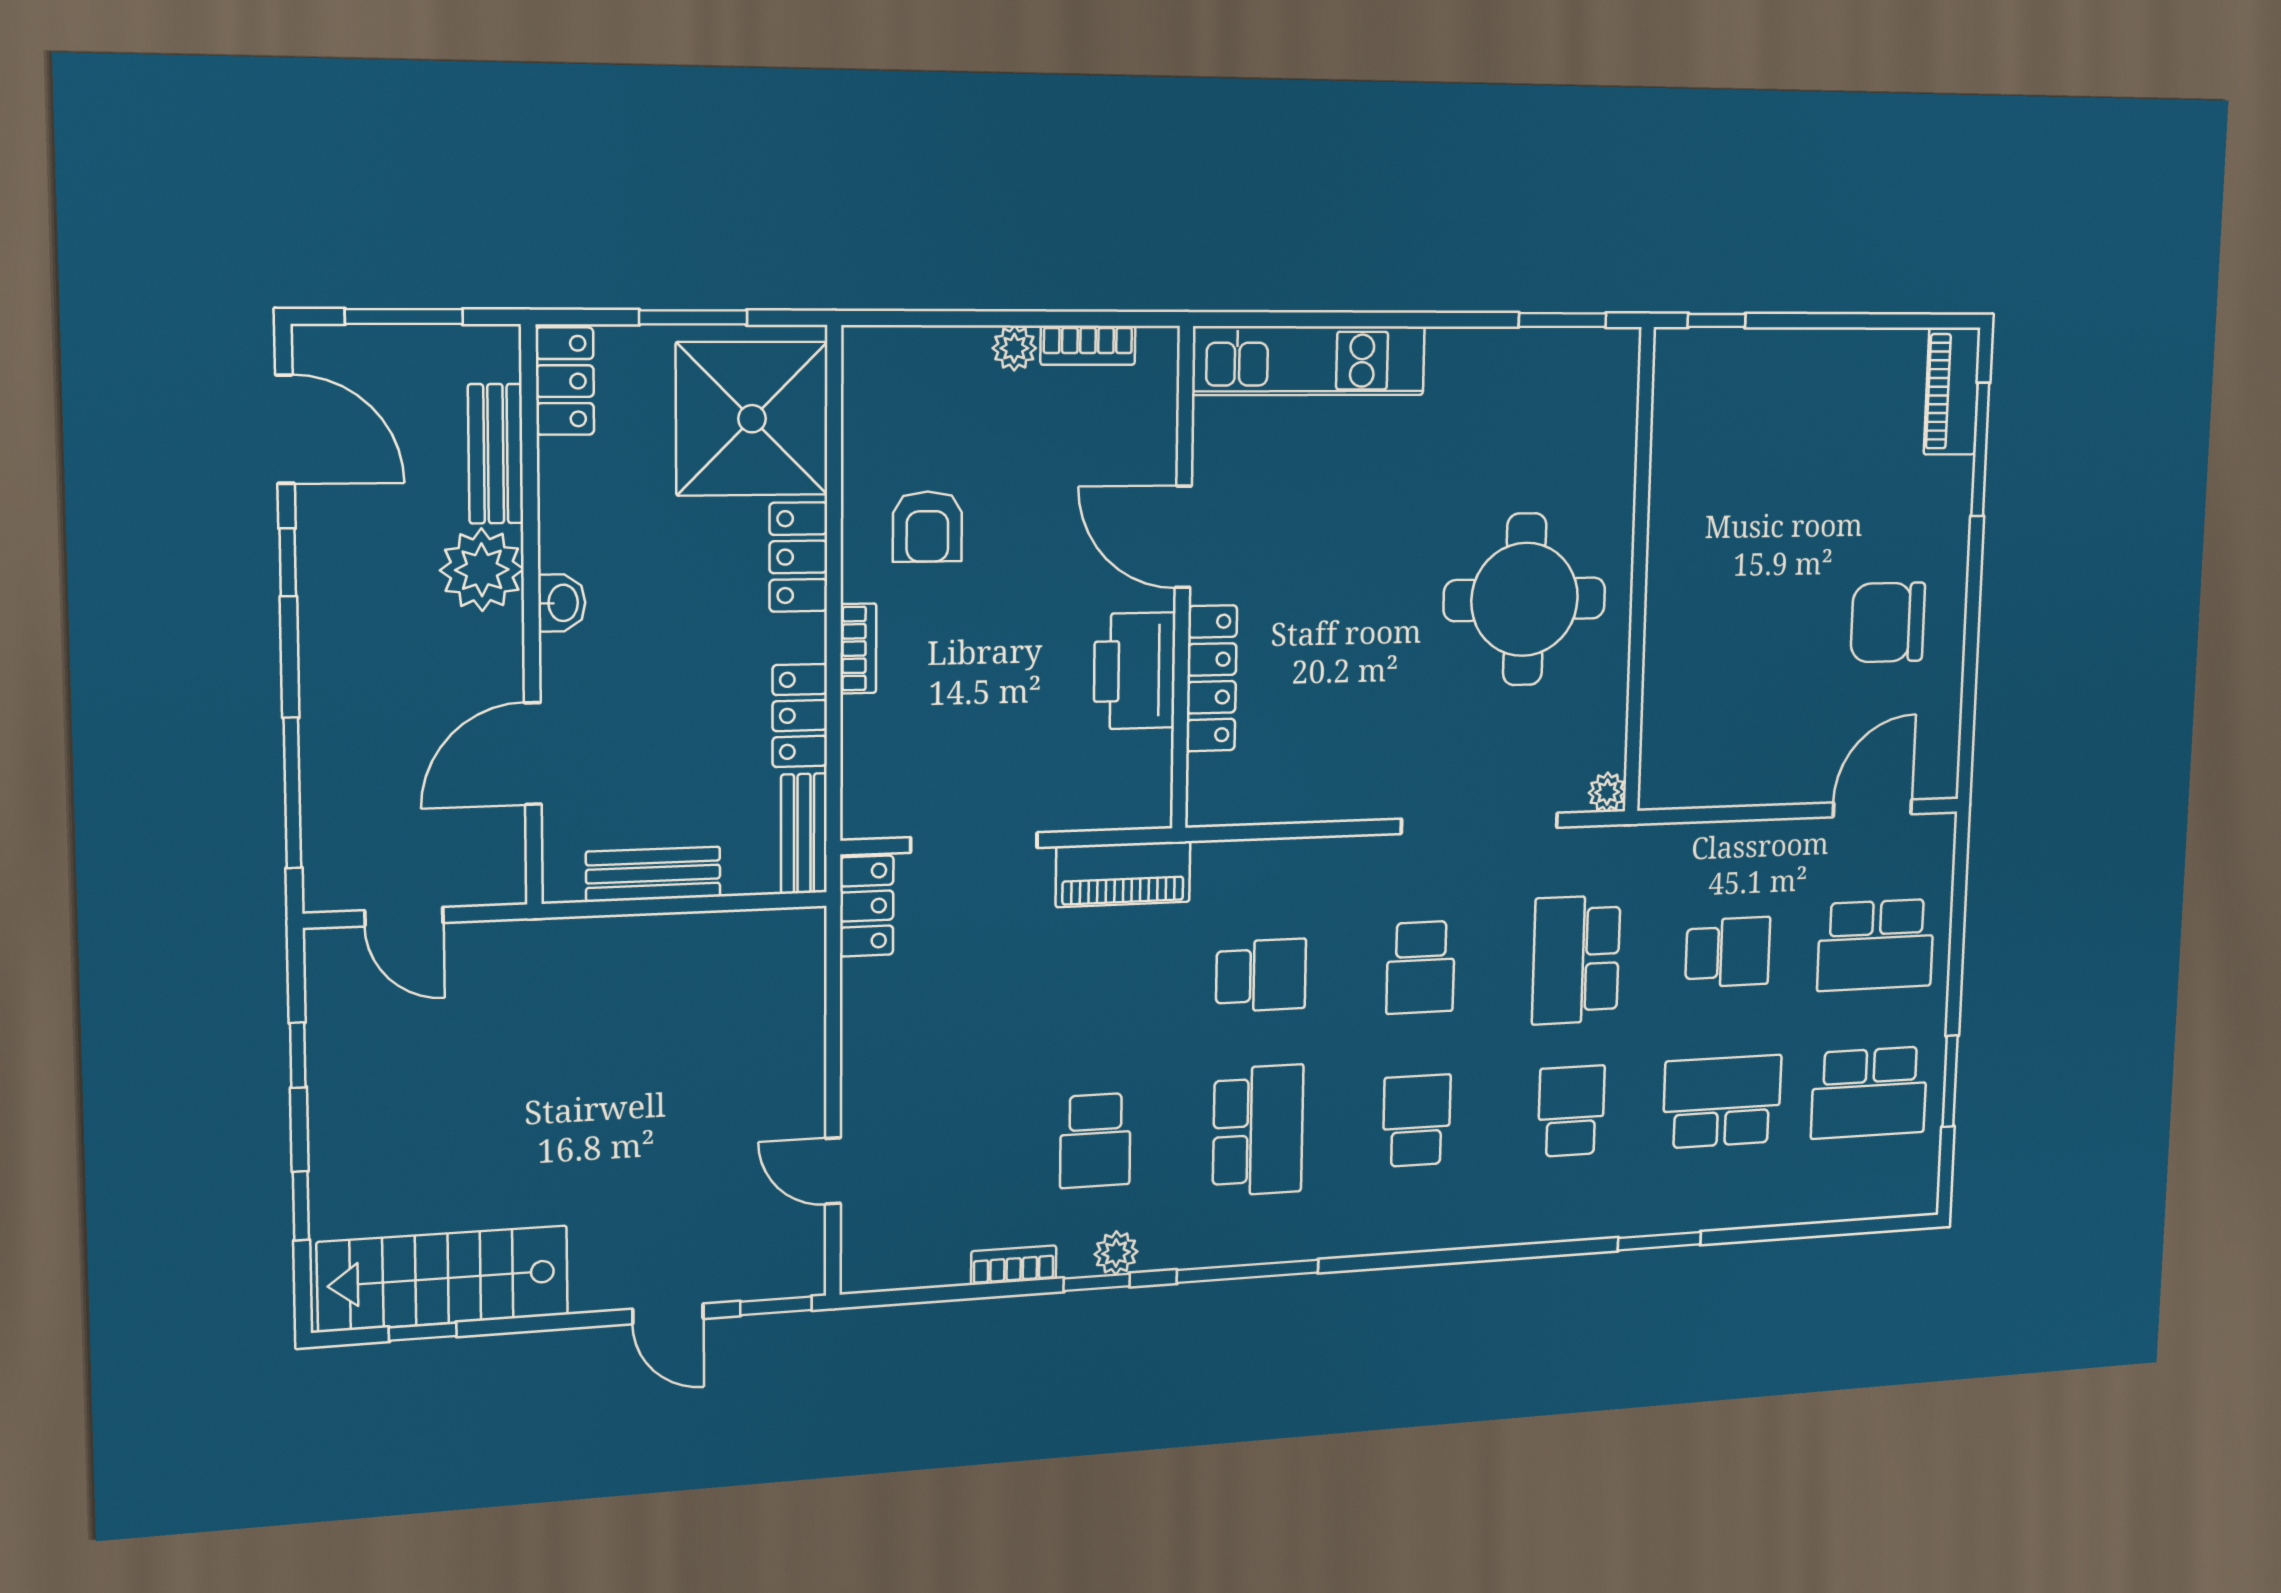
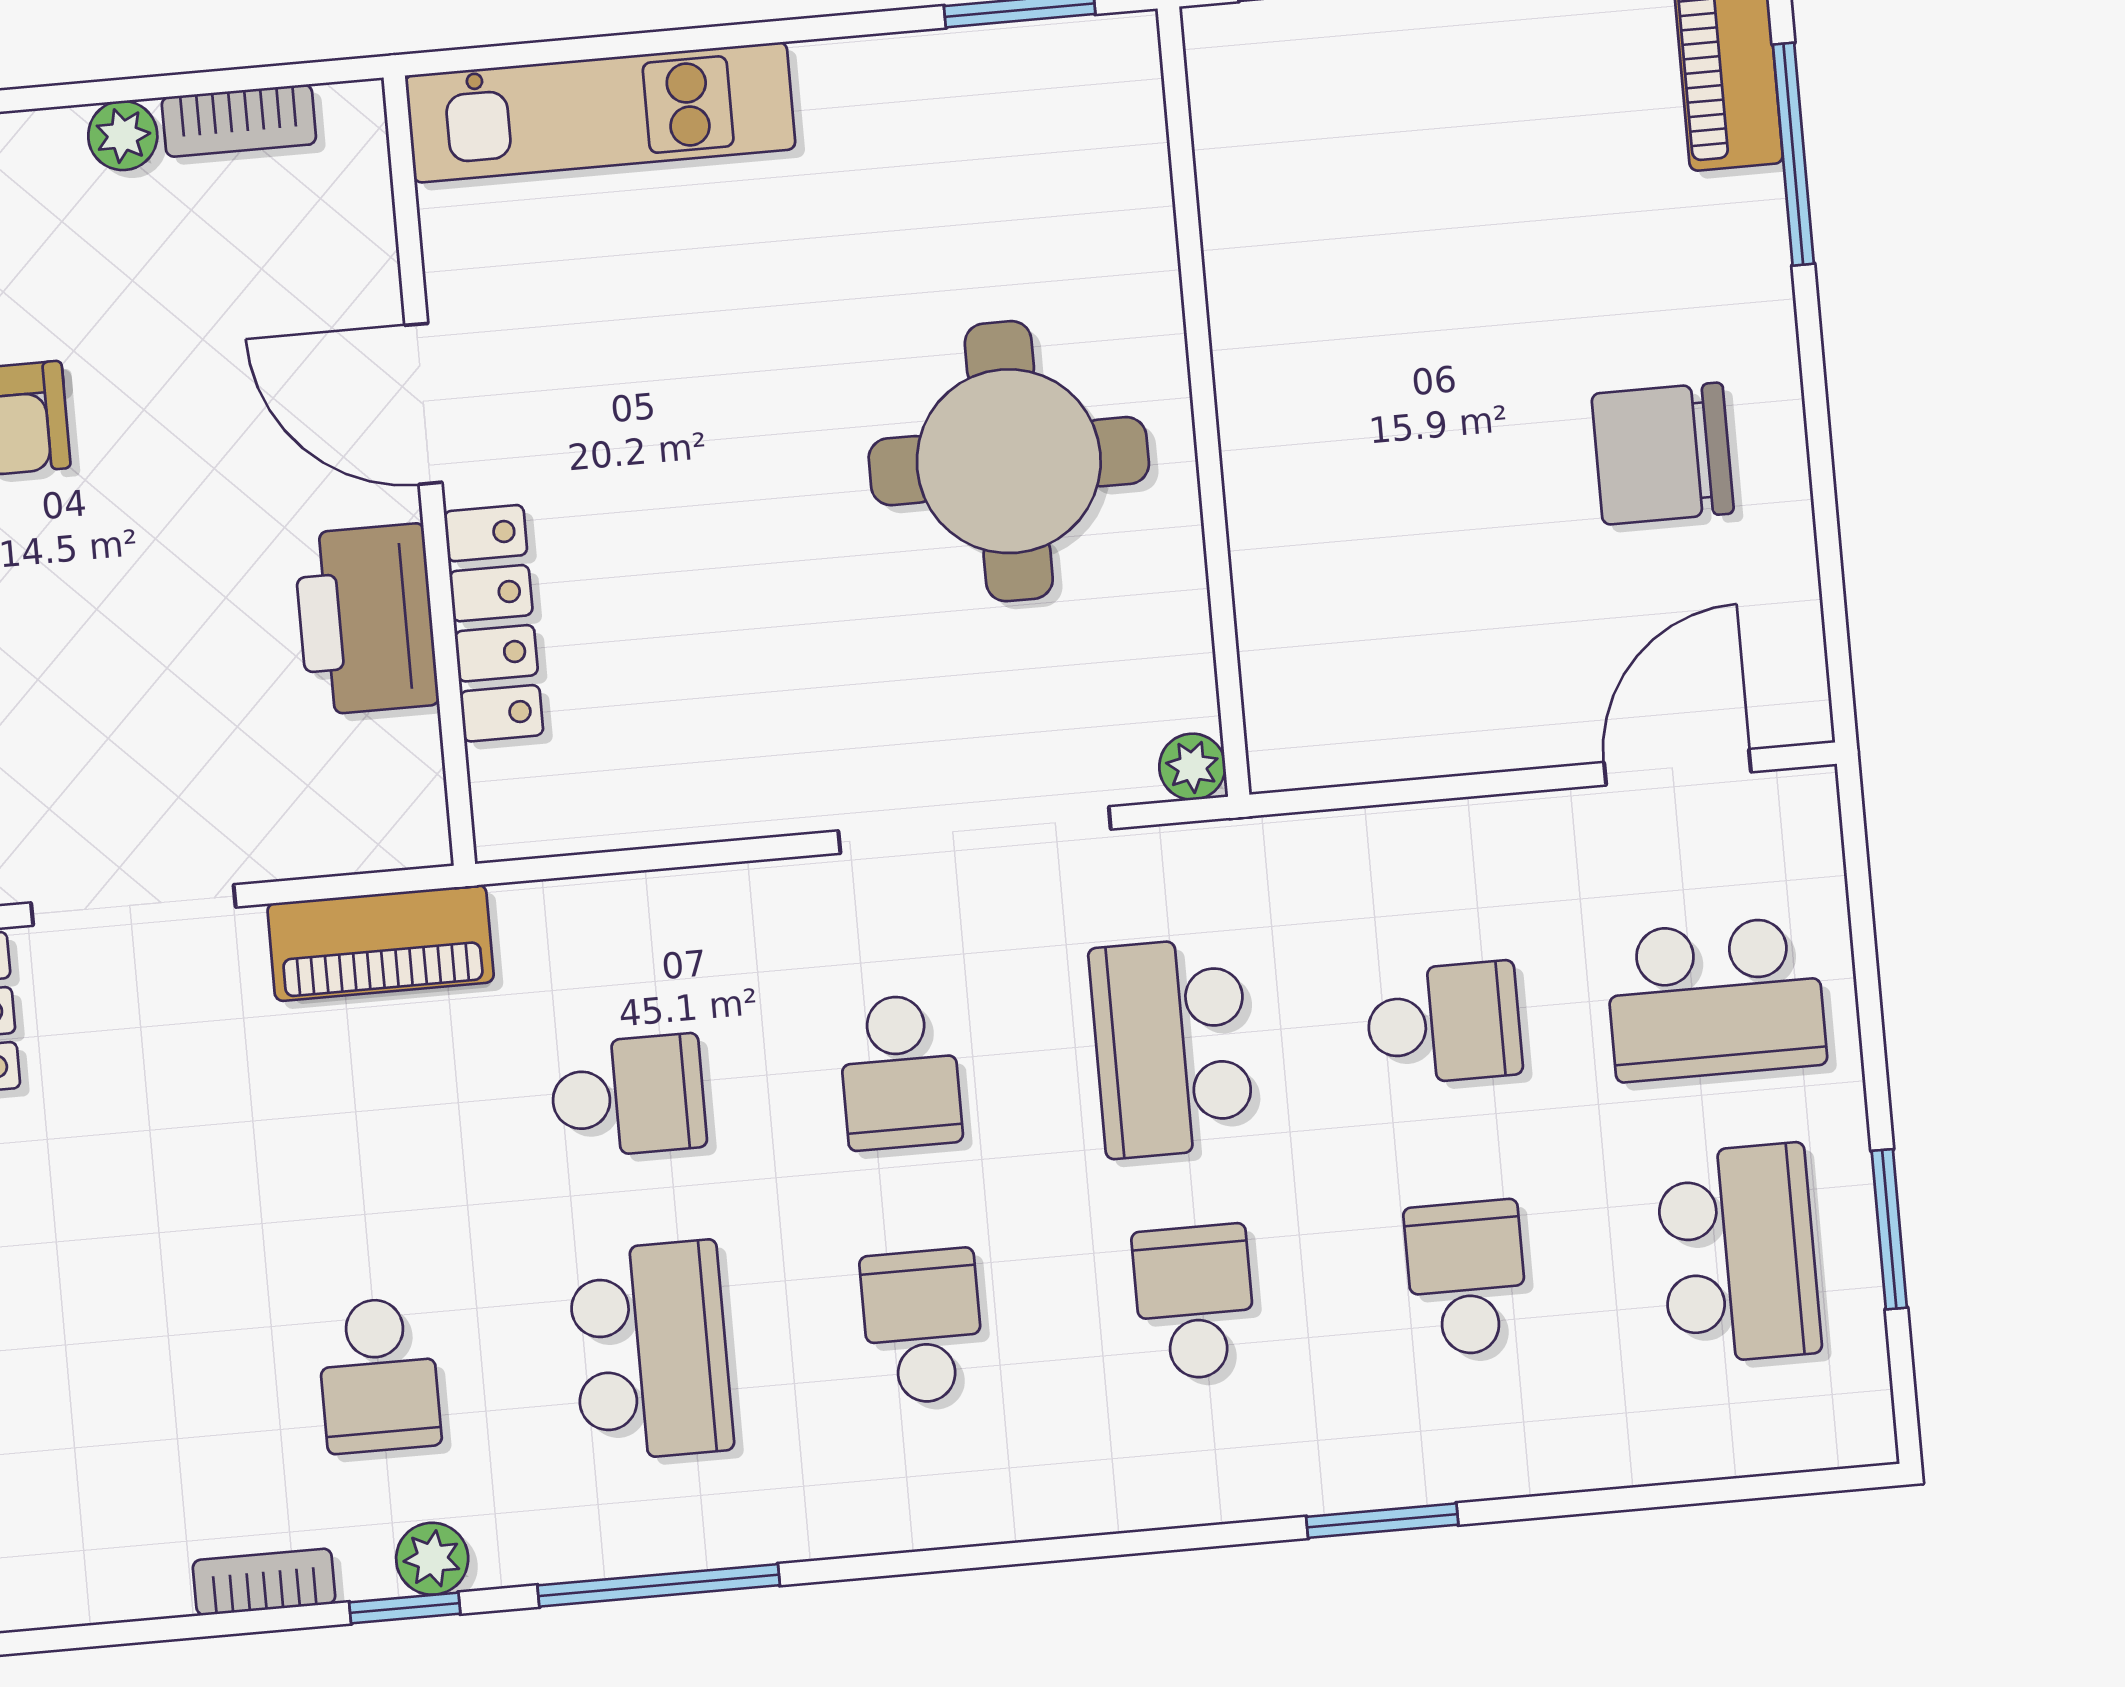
school desk: (1869, 1093) -> (1738, 1254), turned -90
school desk: (1722, 1102) -> (1466, 1278), width x0.54

